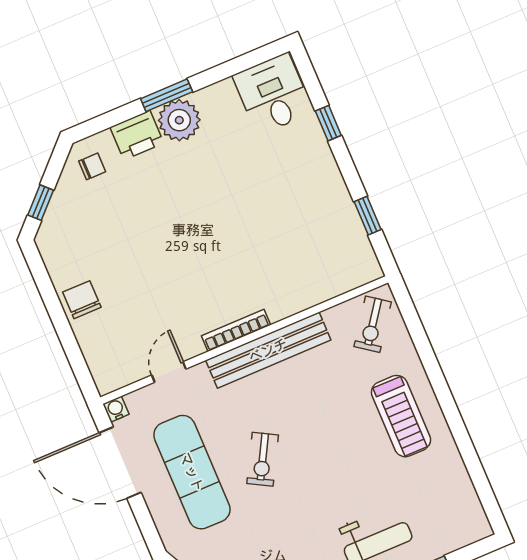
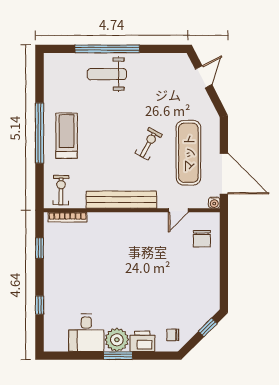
desk: (273, 94) -> (86, 333), moved
chair: (82, 300) -> (202, 239), moved
exercise bike: (373, 324) -> (61, 190), turned -35
bookcase: (236, 330) -> (68, 217), moved
window: (447, 402) -> (39, 133), added

